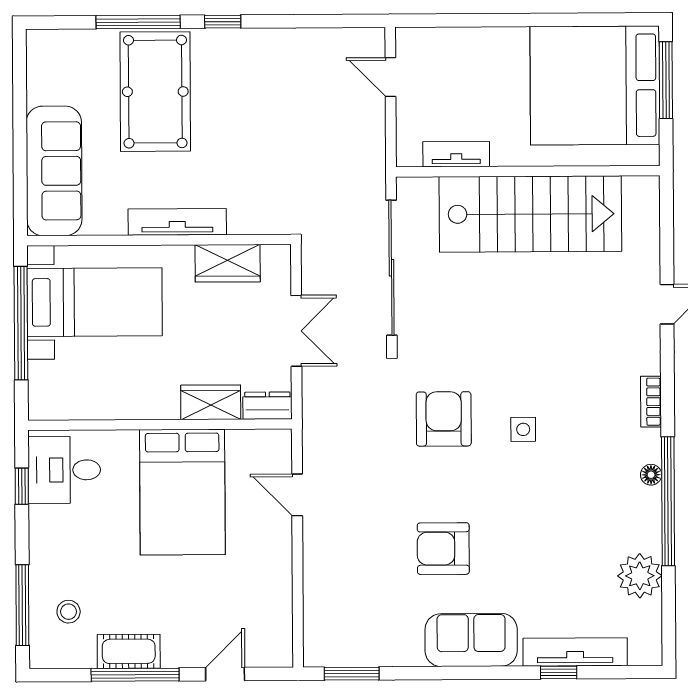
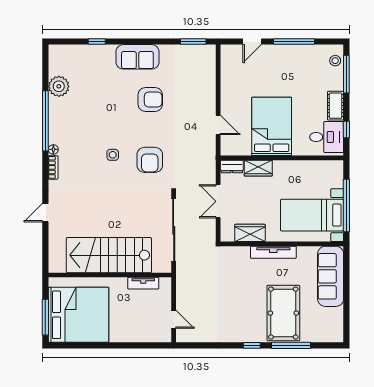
floor lamp: (651, 475) -> (53, 149), moved
stool: (69, 612) -> (335, 61), moved
cot: (129, 651) -> (336, 106), moved, turned 90
tv unit: (575, 652) -> (89, 51), removed

